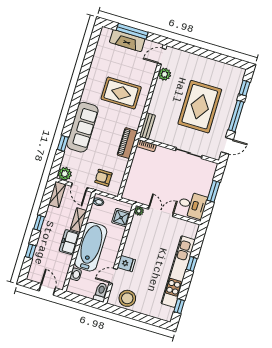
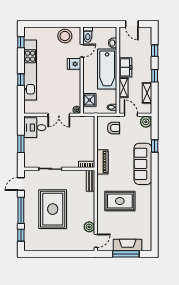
shelving: (57, 195) -> (147, 93), moved

